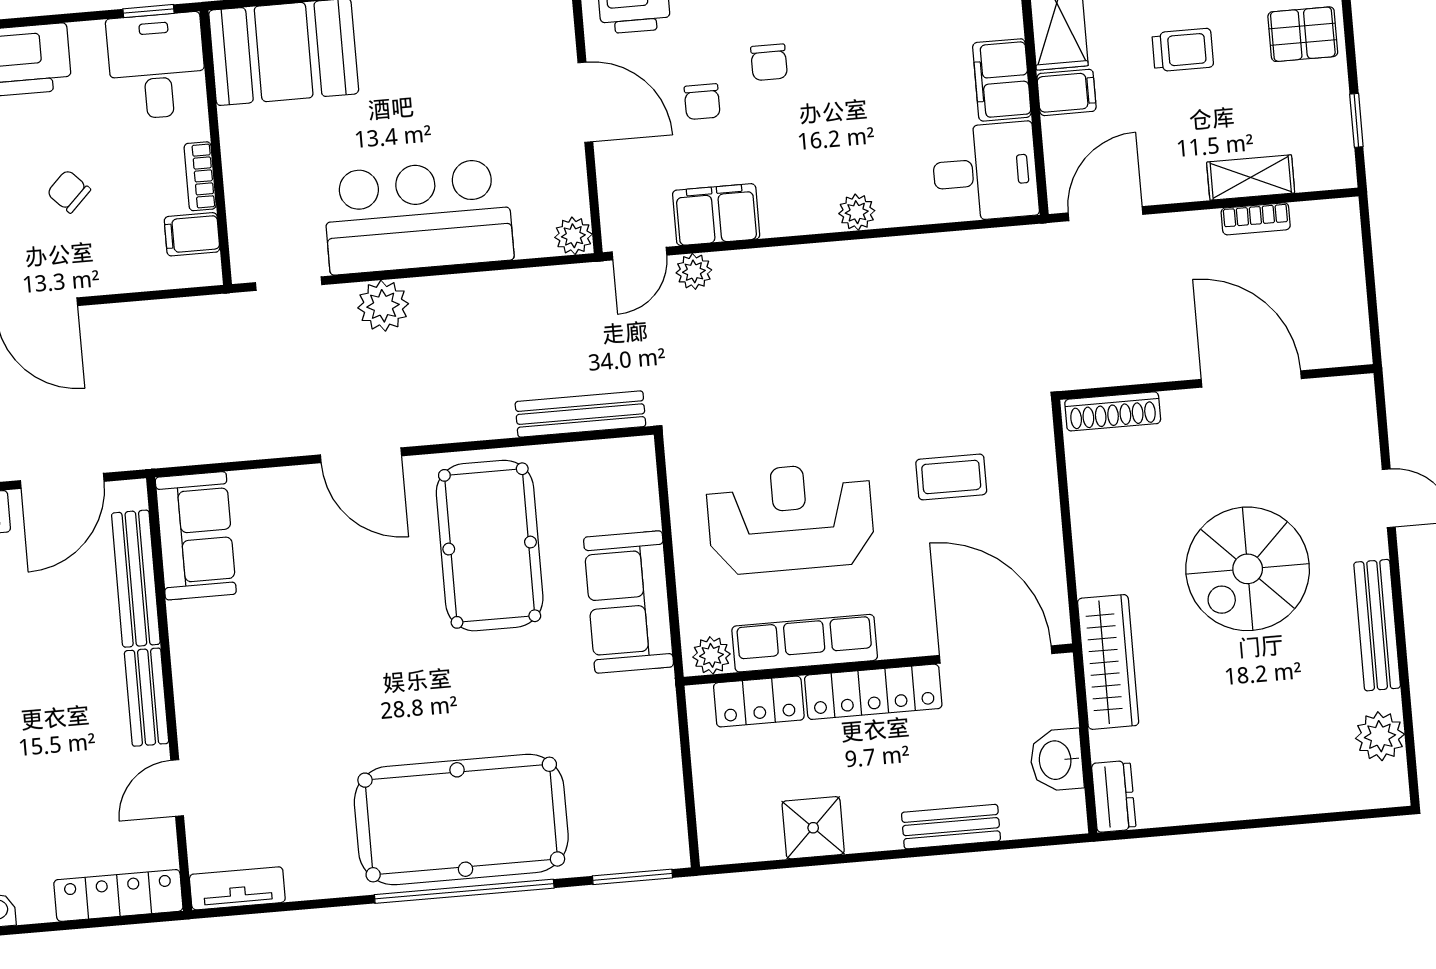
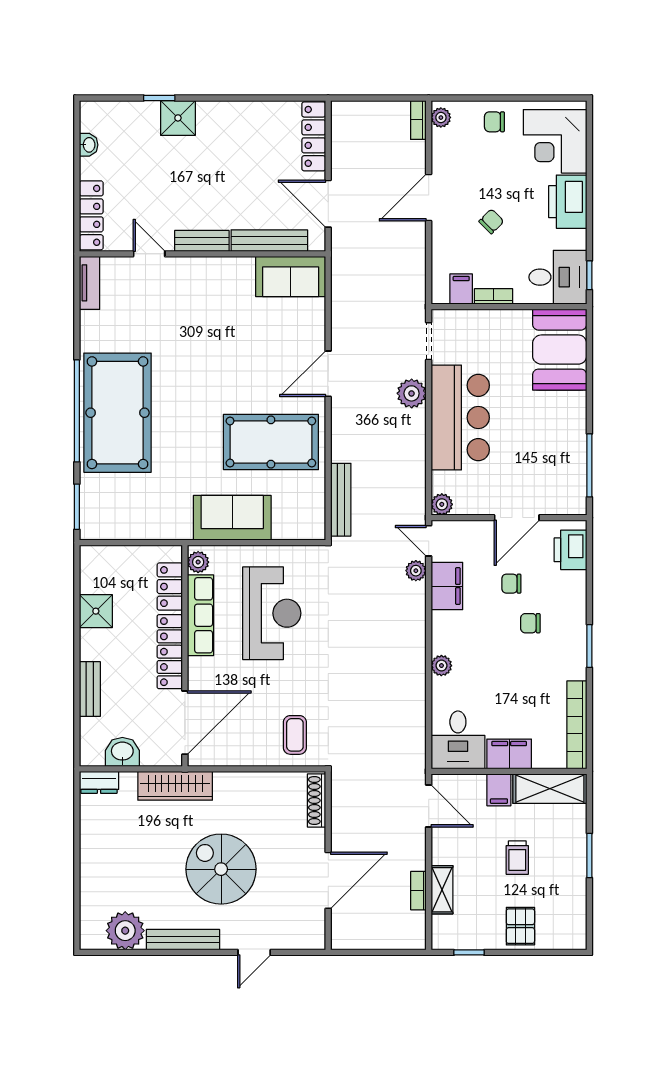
coffee table: (951, 477) -> (295, 735), moved
plant: (1380, 736) -> (125, 931), width x1.36, depth x1.36

